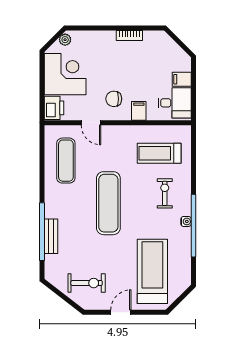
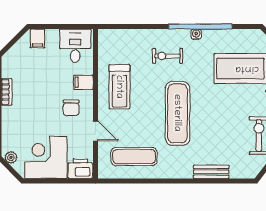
filing cabinet: (182, 79) -> (38, 38), moved
door: (91, 123) -> (95, 131), hinge flipped
treadmill: (159, 153) -> (119, 87), moved
exercise mat: (108, 203) -> (177, 113), turned 90
window: (42, 232) -> (206, 181), removed

